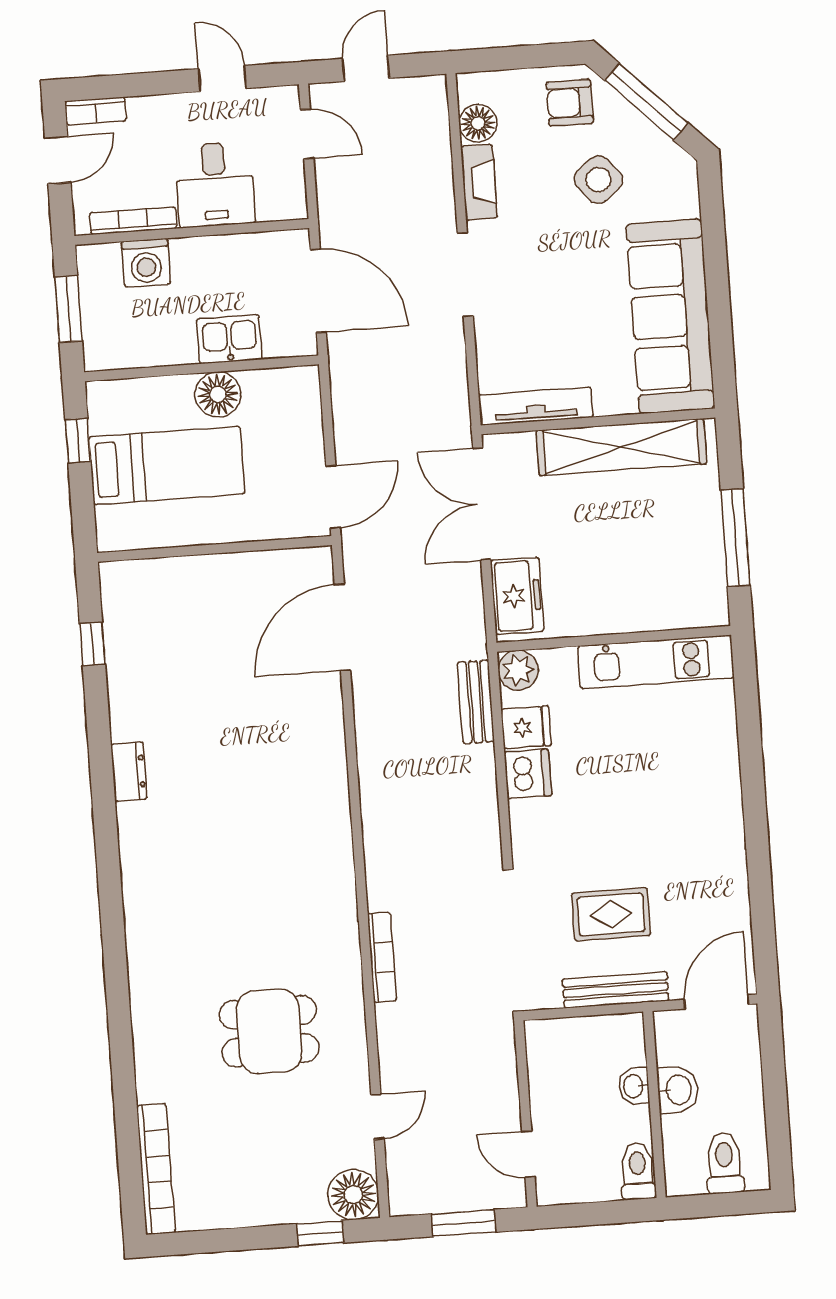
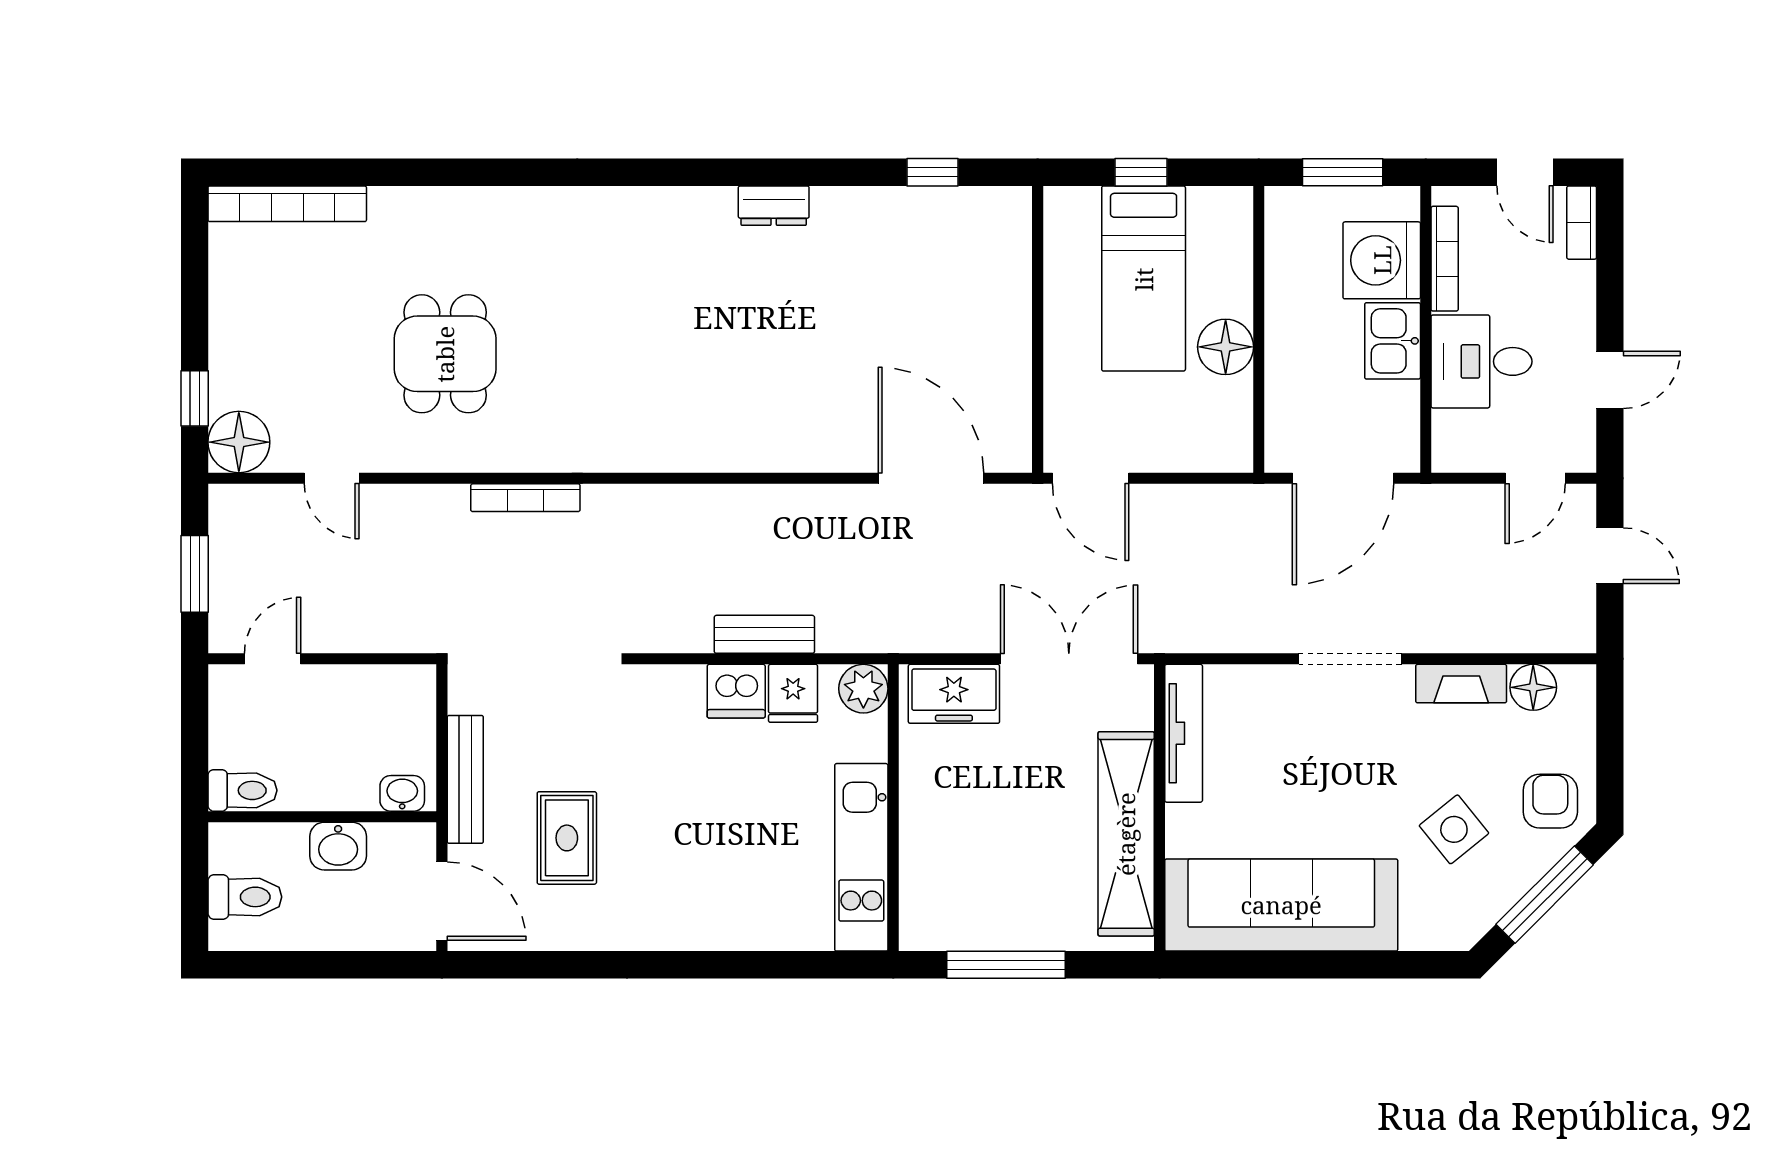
washing machine: (146, 263) -> (1382, 260), width x1.37, depth x1.37
kitchen sink: (229, 339) -> (1393, 341), moved, turned 180
window: (78, 441) -> (1141, 172), moved
bench: (476, 702) -> (764, 634), moved
rug: (611, 914) -> (567, 838), moved
washbasin: (634, 1086) -> (402, 793), moved

